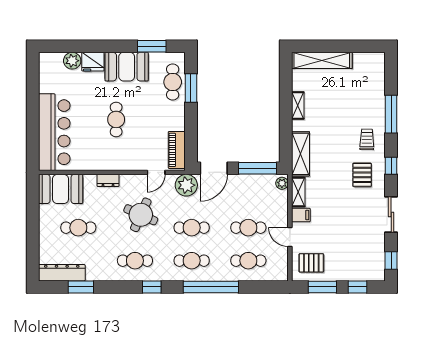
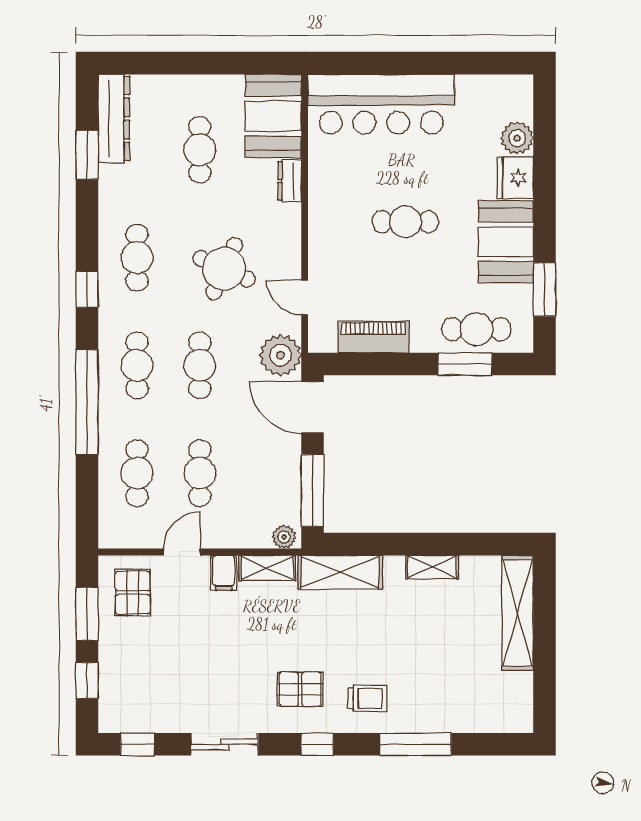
piano: (177, 150) -> (373, 337), moved
dresser: (108, 180) -> (290, 181), moved

